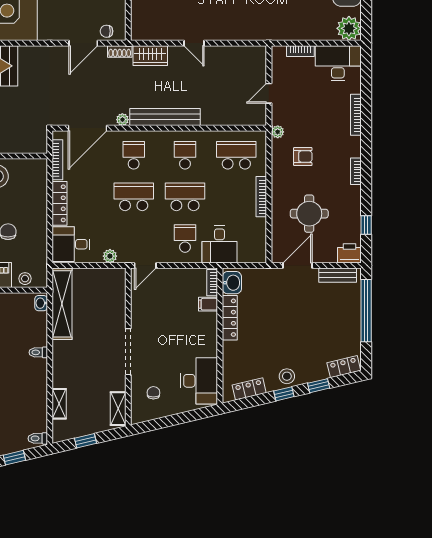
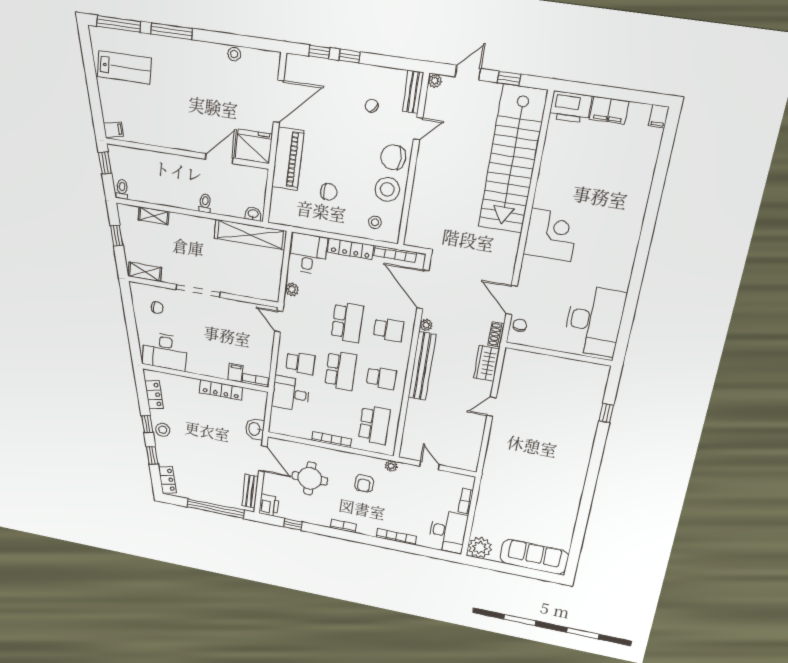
stool: (25, 279) -> (375, 222), moved
washbasin: (232, 283) -> (255, 429), moved, turned 90

